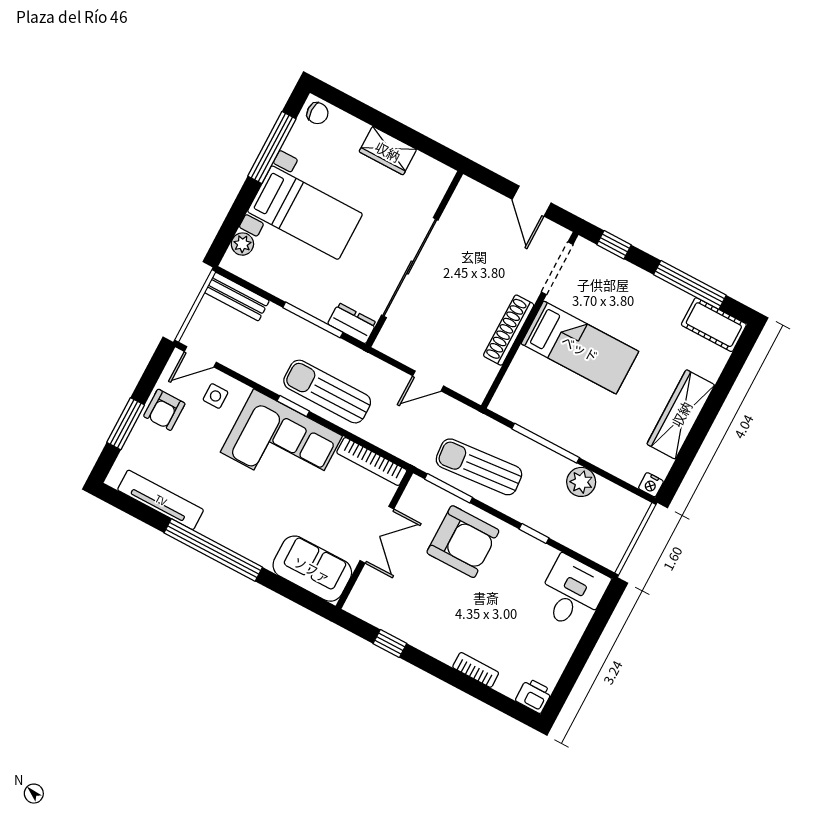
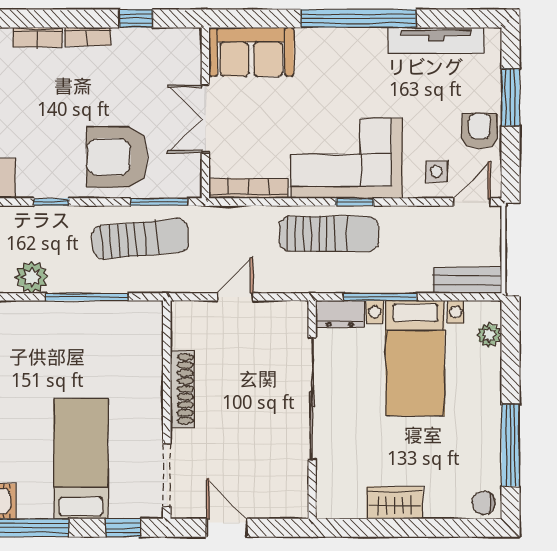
bed with nightstands: (305, 213) -> (415, 358), moved, turned -90
bed: (580, 348) -> (81, 459), moved, turned 90
bookcase: (436, 649) -> (88, 37), added

